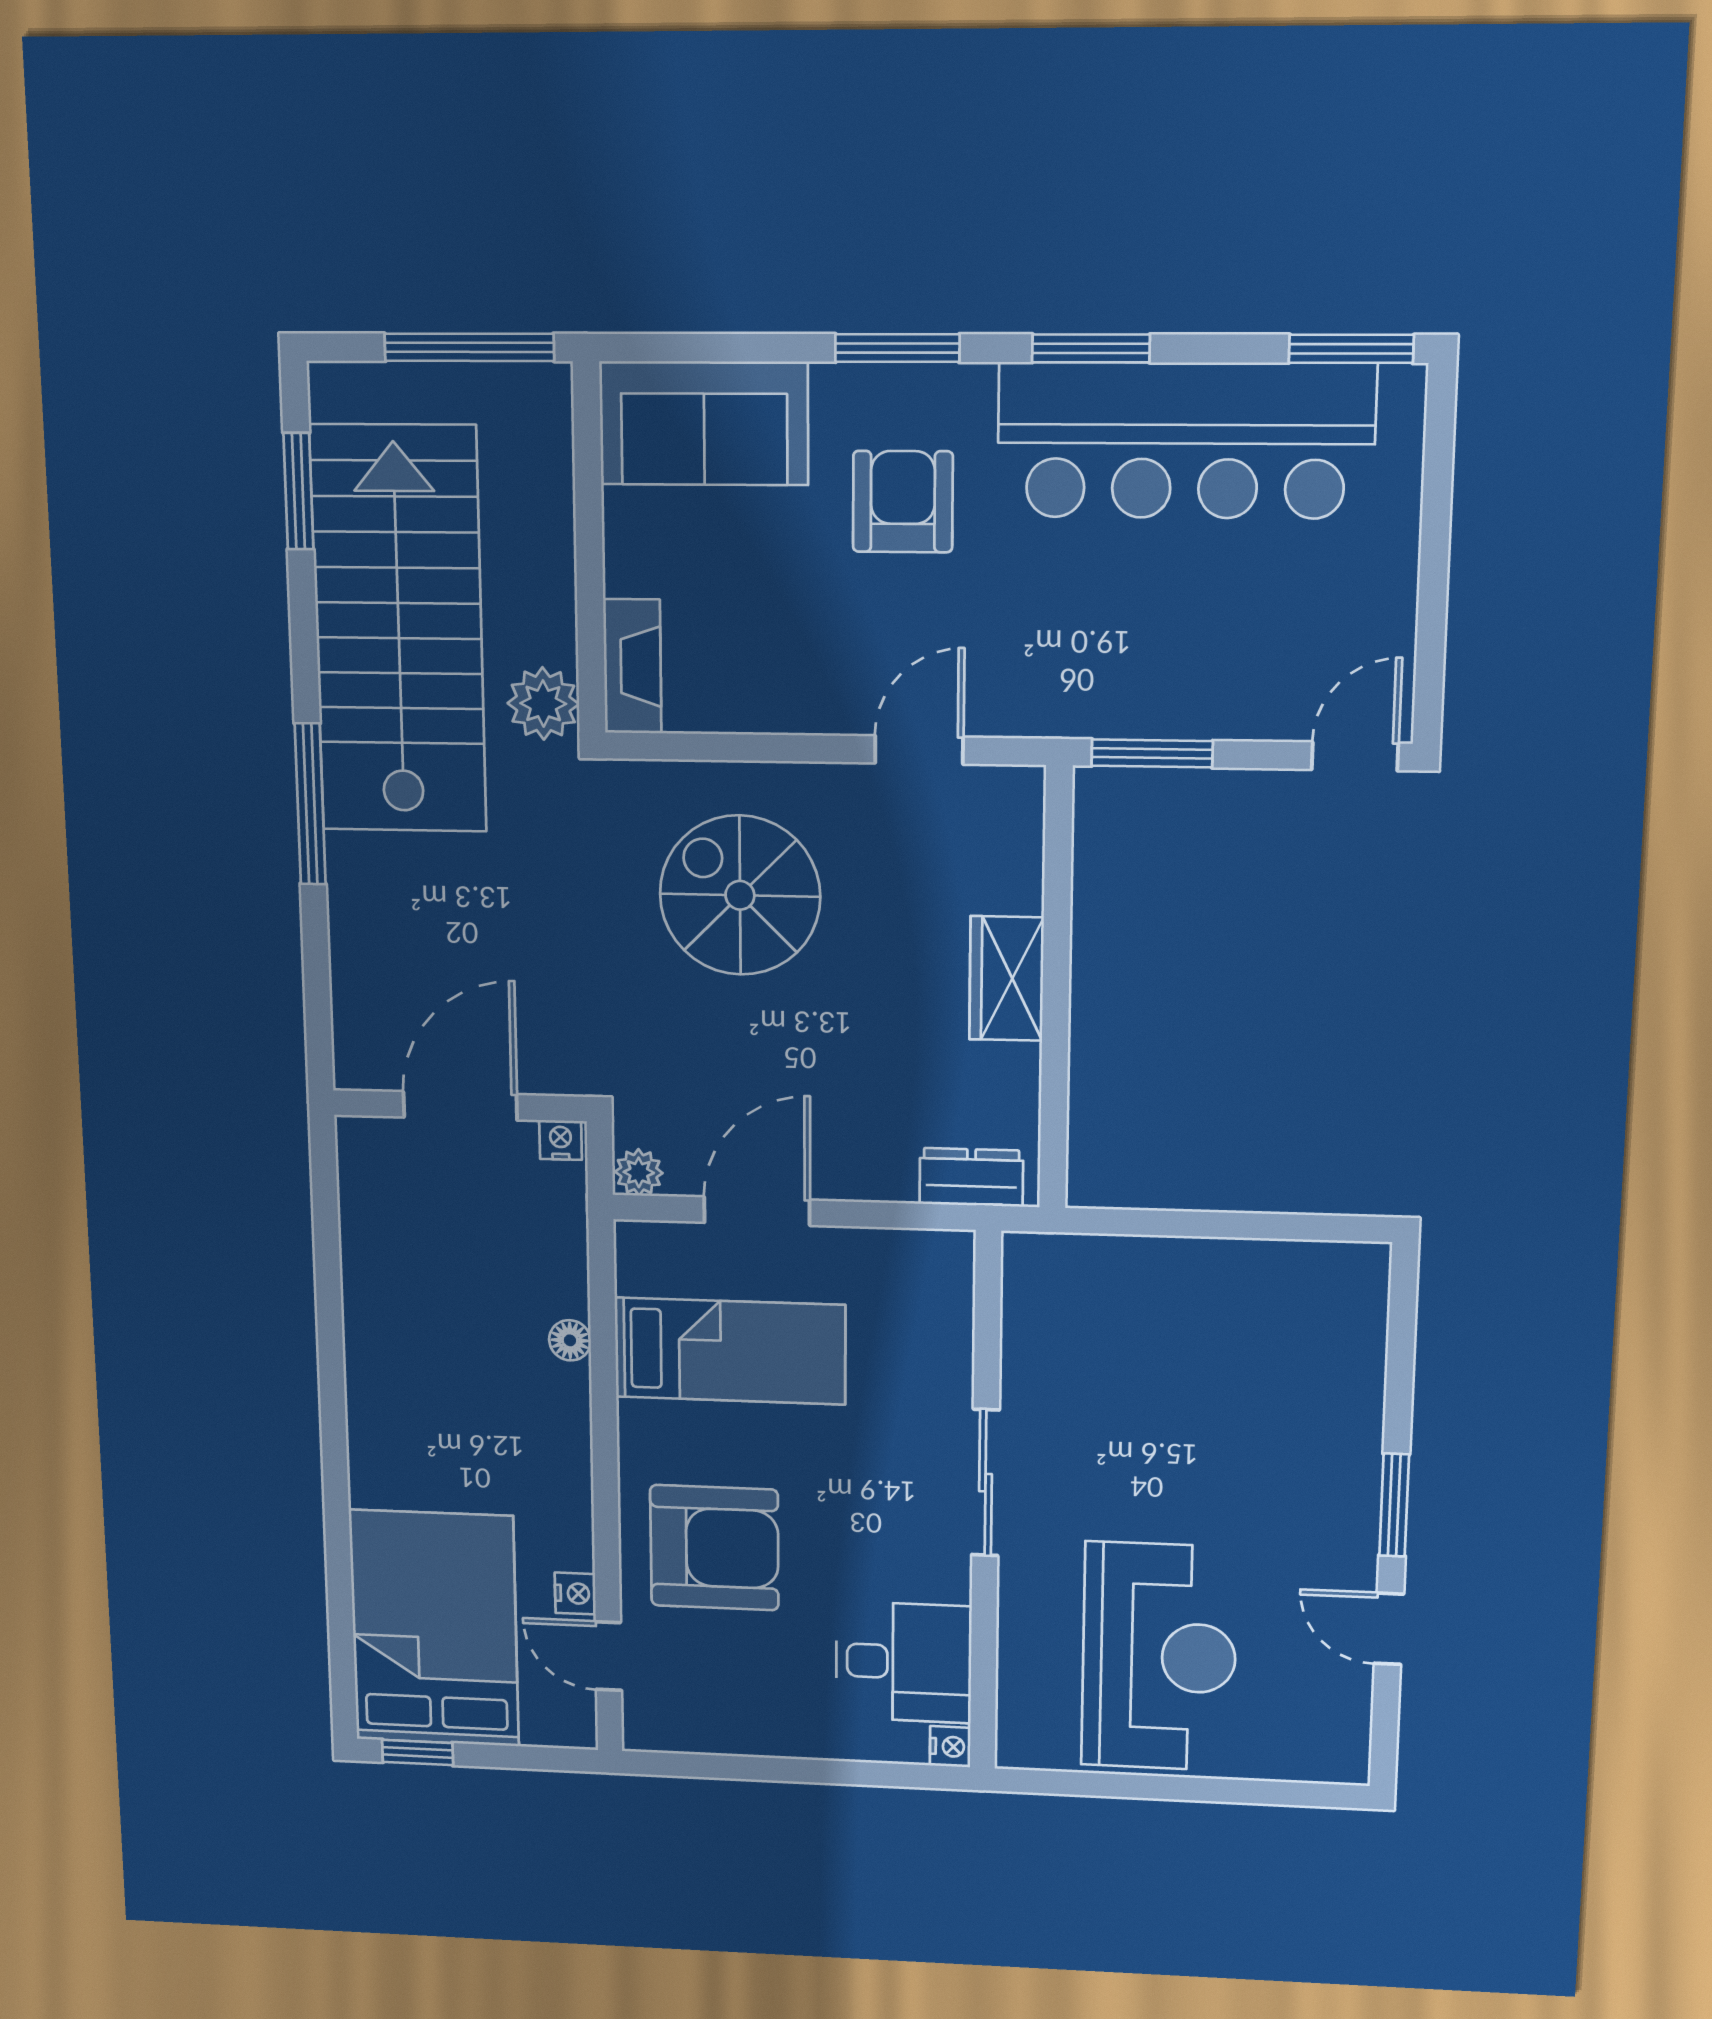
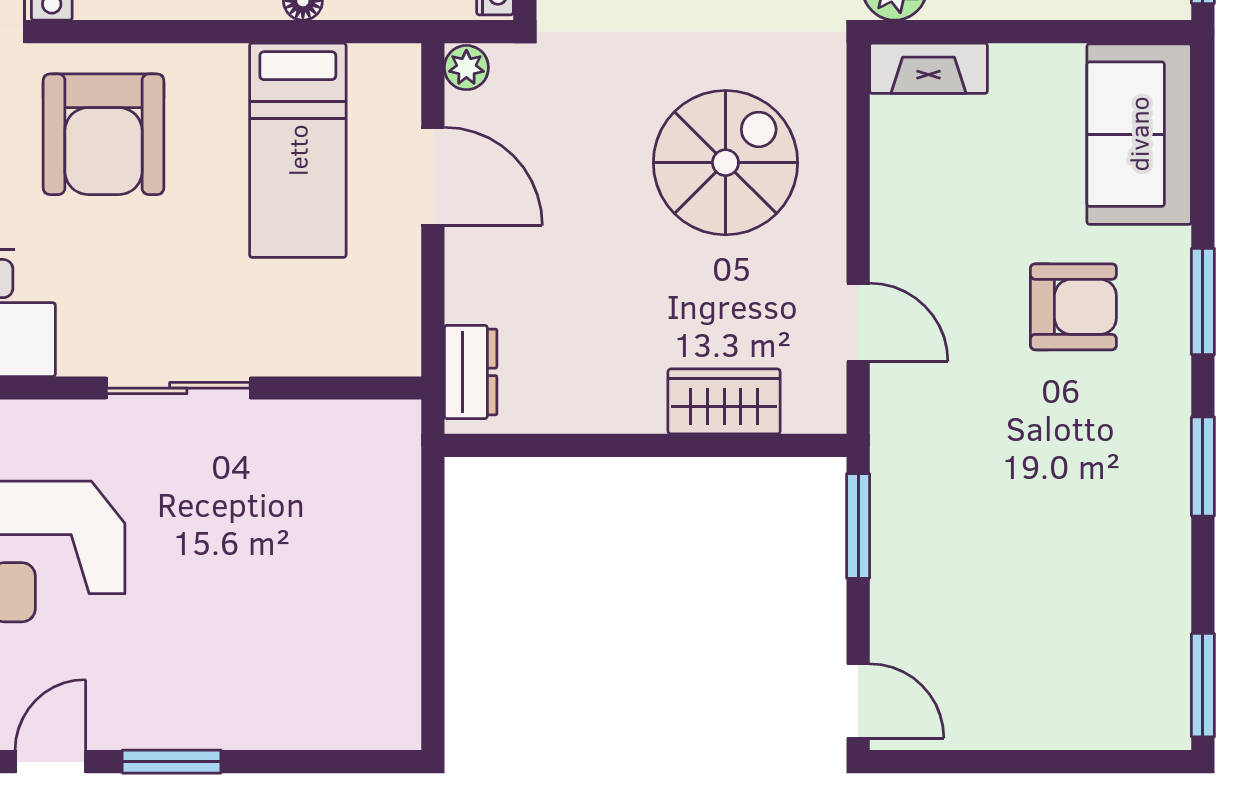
bar counter: (1186, 440) -> (1126, 548), removed
wardrobe: (1006, 979) -> (724, 401), moved

